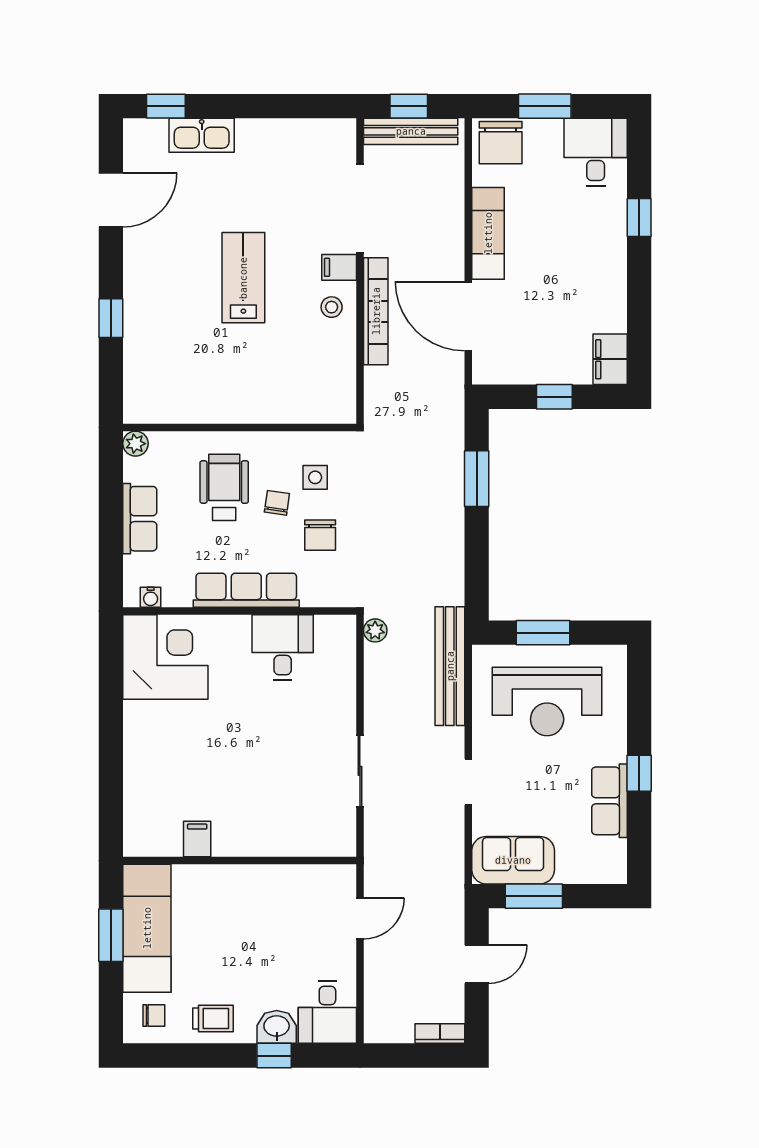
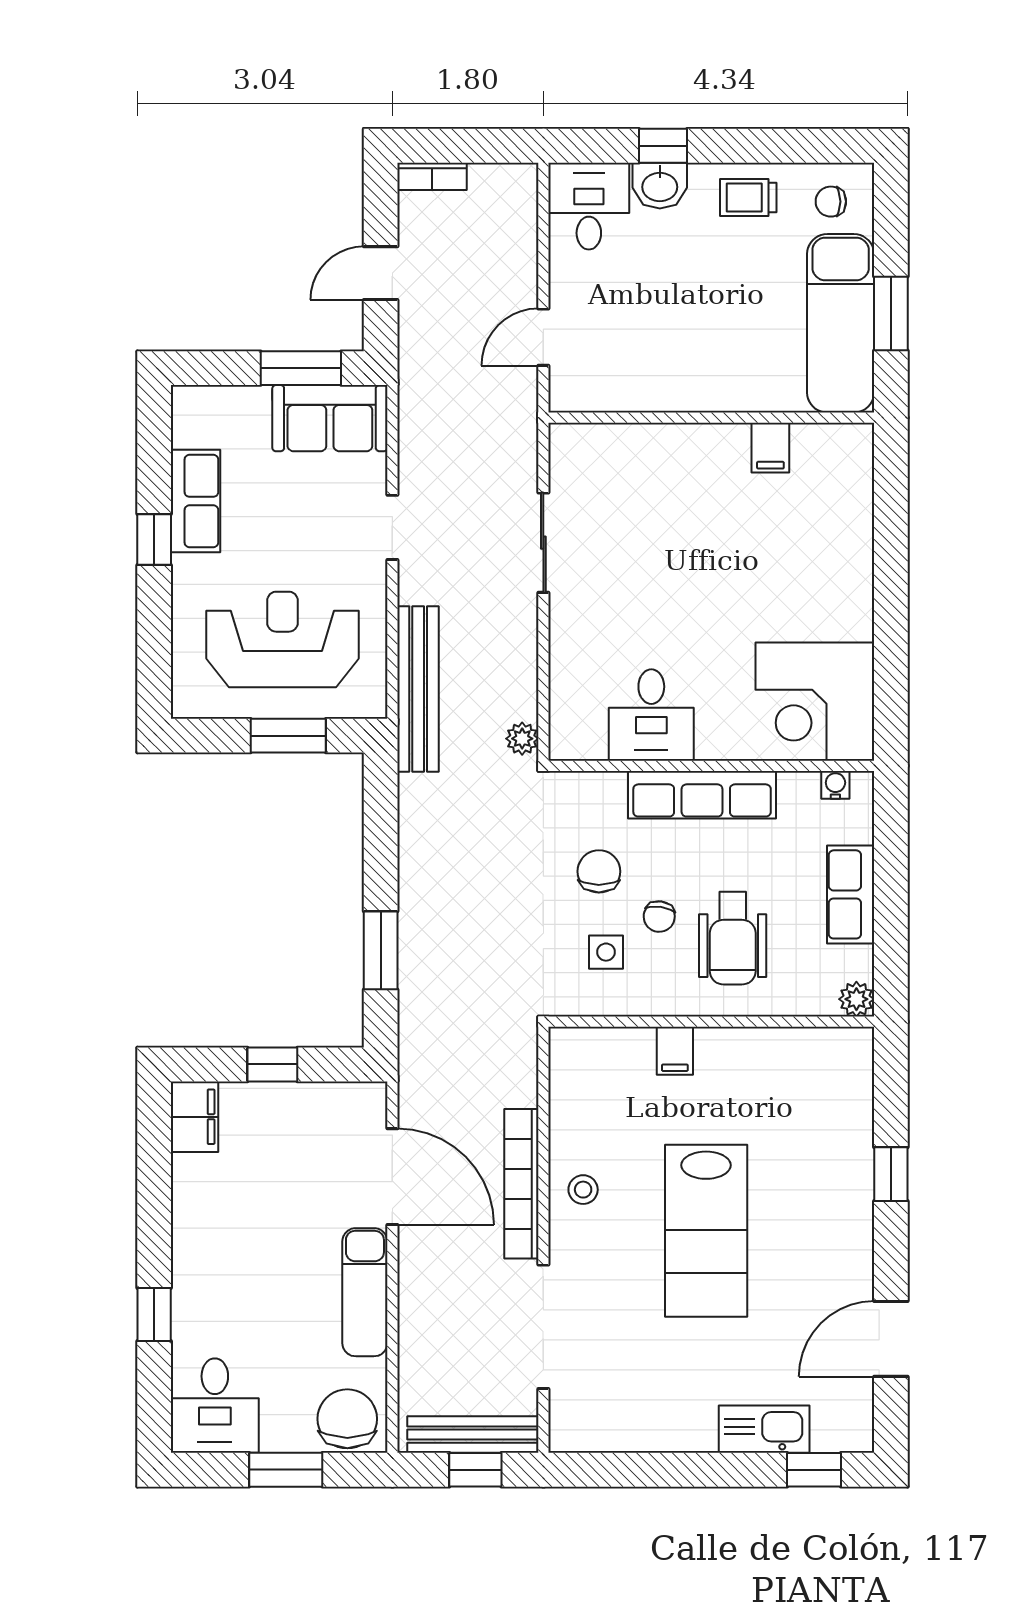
filing cabinet: (339, 267) -> (675, 1051), moved, turned 90
lab bench: (243, 278) -> (706, 1231), width x1.36, depth x1.39

